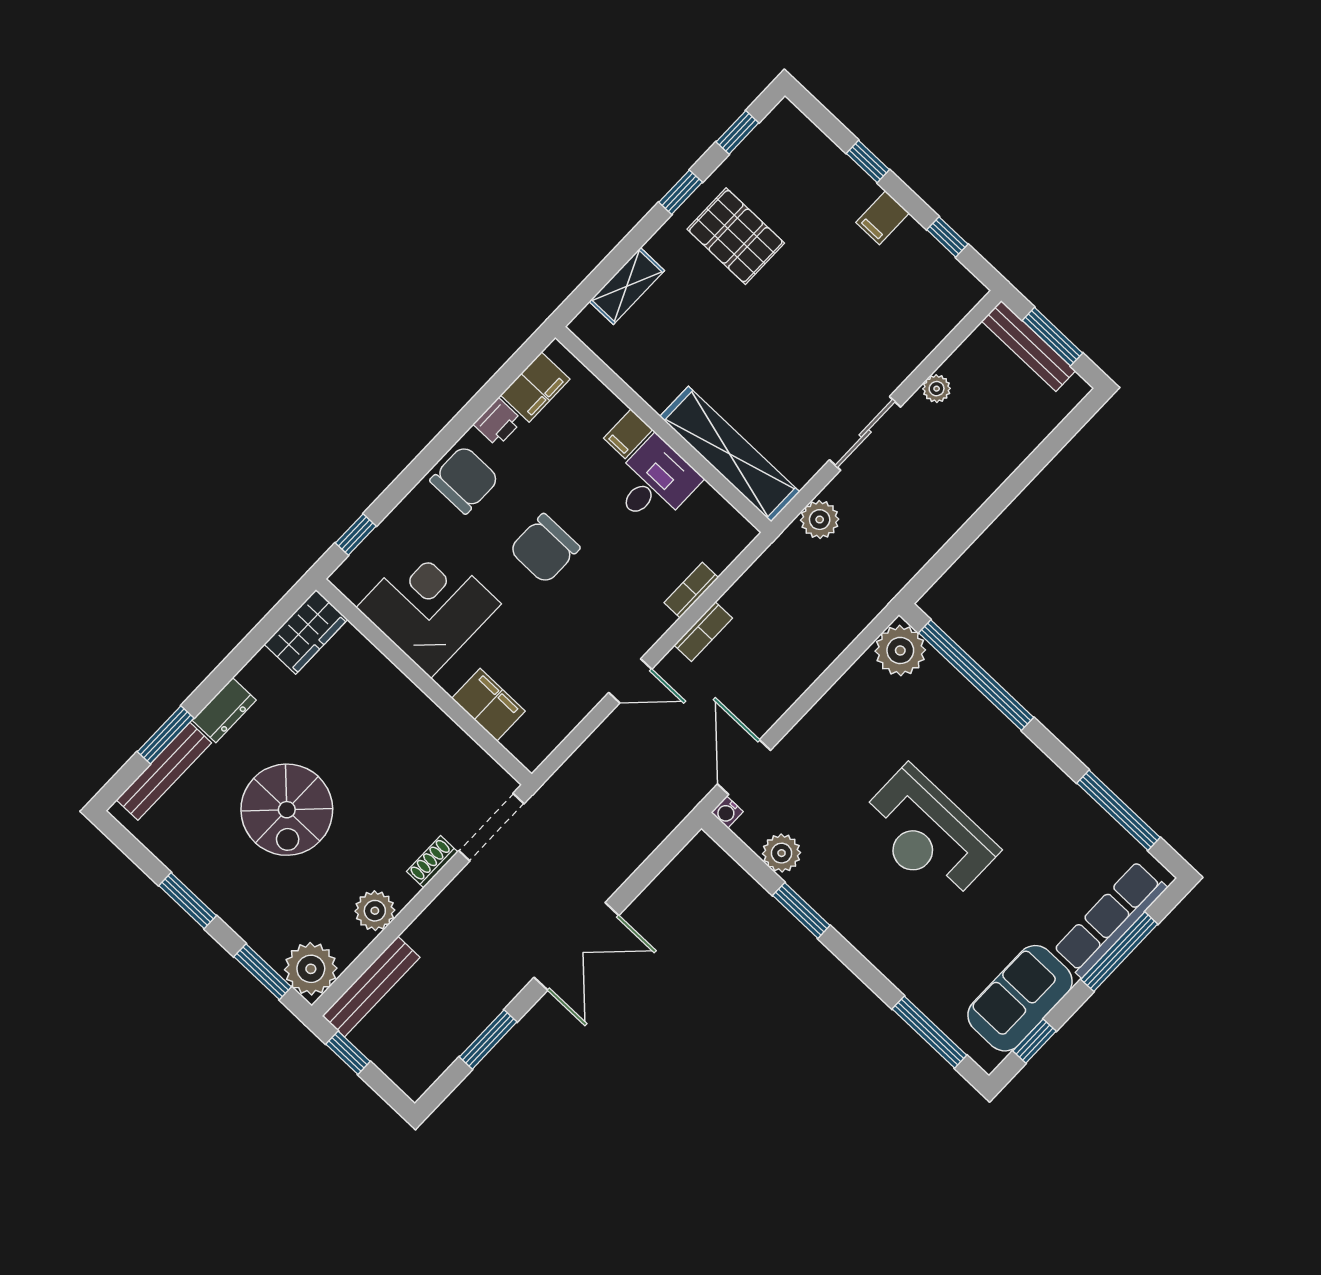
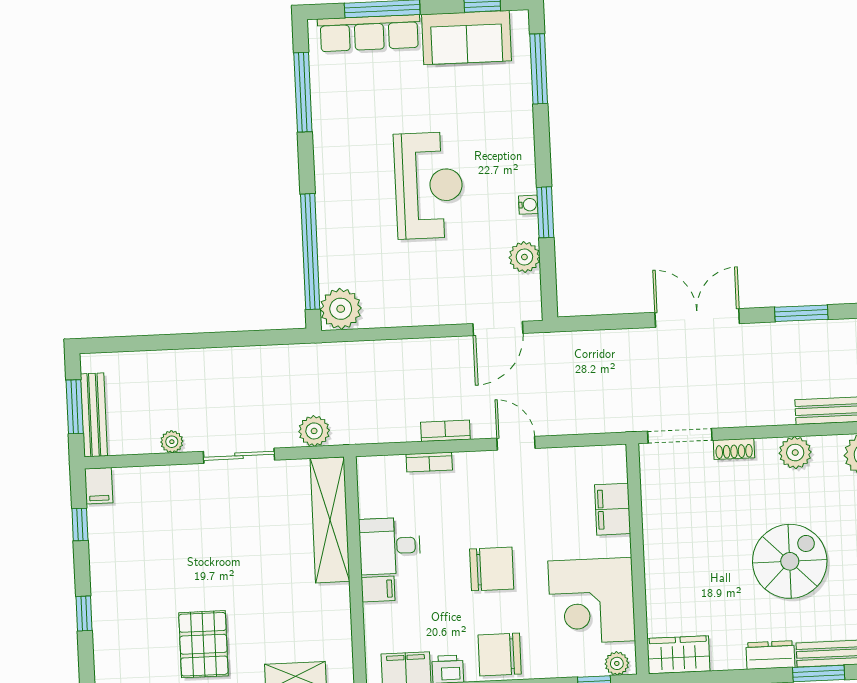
filing cabinet: (883, 218) -> (99, 486), moved, turned 90
plant: (353, 572) -> (617, 663), added
water cooler: (727, 812) -> (528, 205), moved

